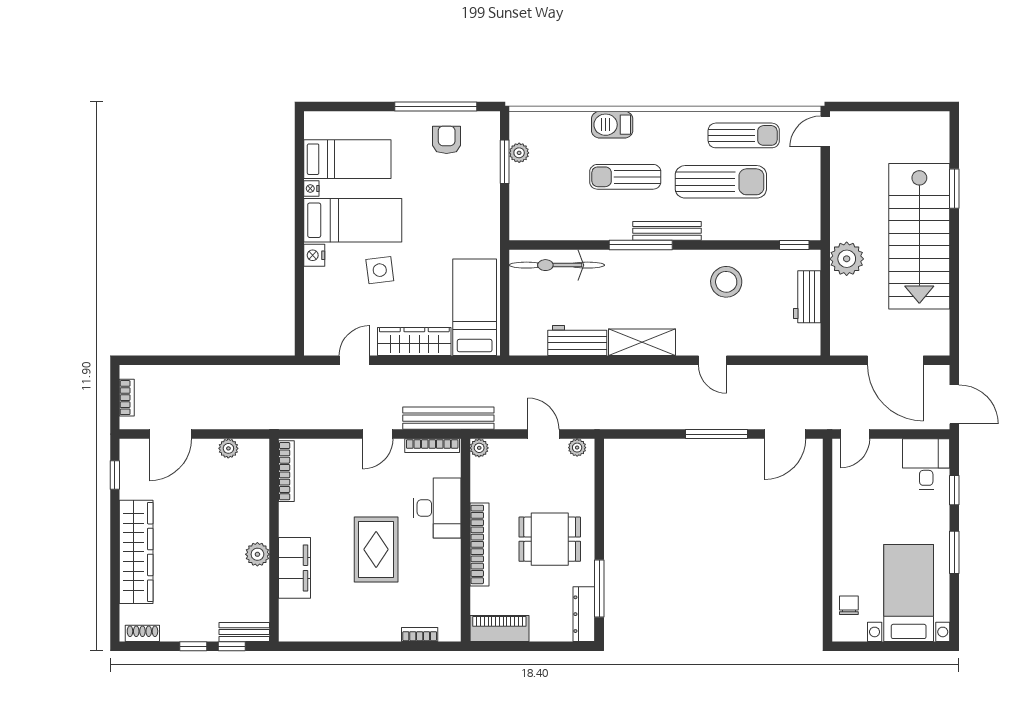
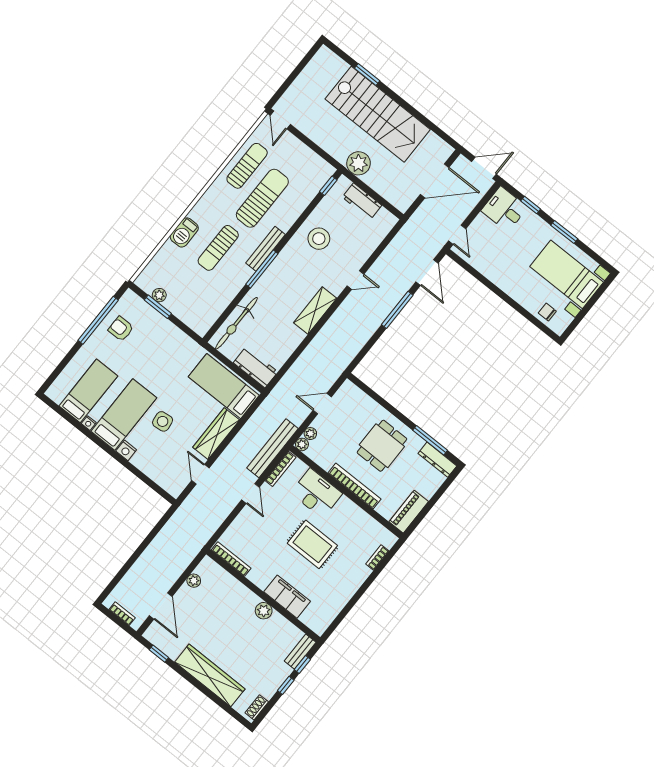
workbench: (577, 340) -> (256, 367), moved, turned 90
plant: (577, 448) -> (310, 434), moved

